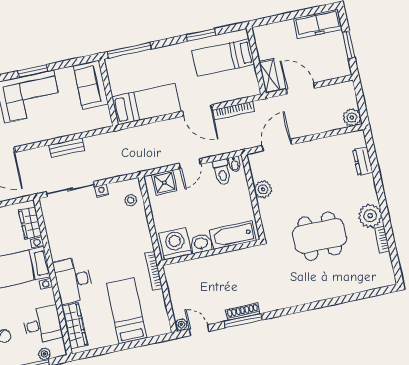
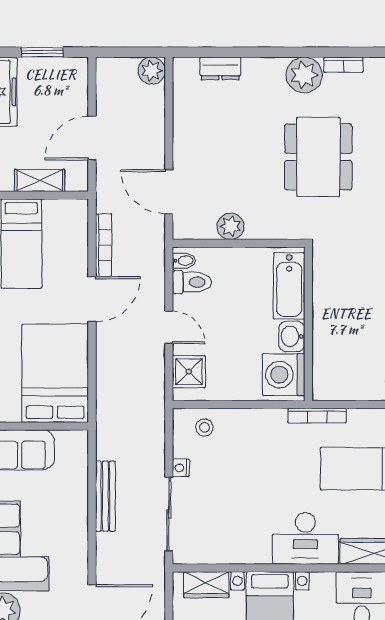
shelving: (269, 76) -> (40, 180), moved
bed: (146, 104) -> (55, 373), width x1.50
bench: (67, 148) -> (105, 496), width x1.36

